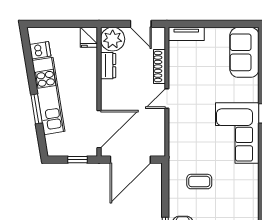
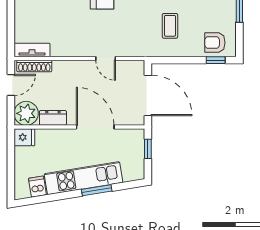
tv unit: (186, 34) -> (32, 50), moved, turned -90
shoe rack: (159, 67) -> (34, 66), moved
door: (167, 99) -> (106, 59), moved
door: (99, 129) -> (95, 127), moved

